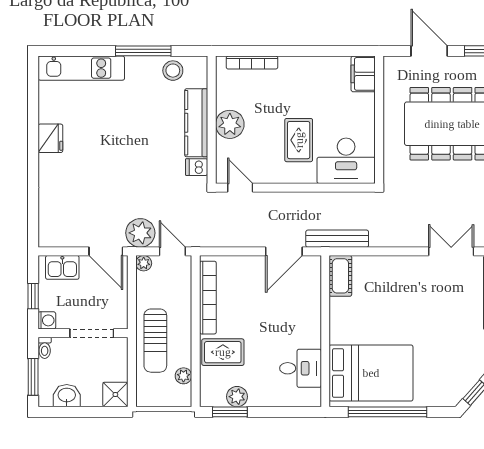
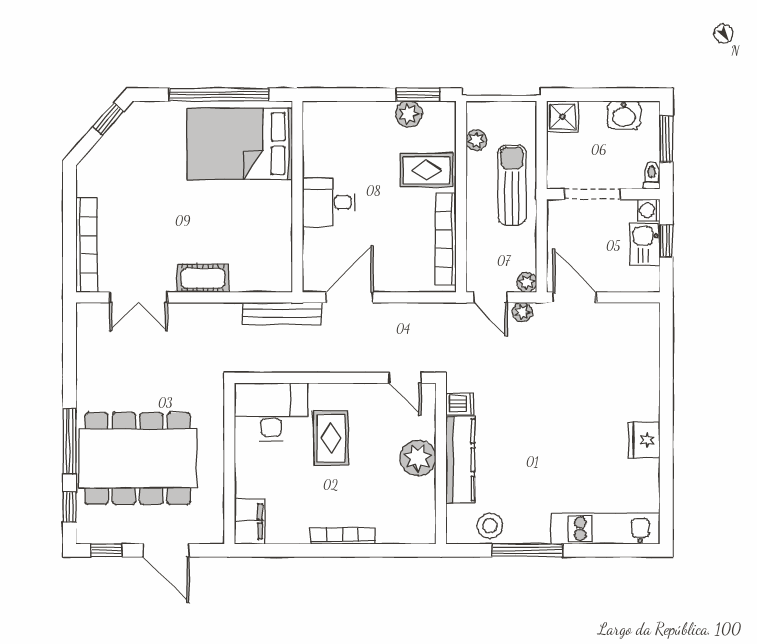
bookcase: (252, 63) -> (343, 536), moved
plant: (140, 233) -> (522, 312), width x0.53, depth x0.53
kitchen sink: (62, 267) -> (645, 244), moved, turned -90
cot: (340, 276) -> (203, 278), moved, turned 90
desk: (301, 368) -> (329, 202), moved

